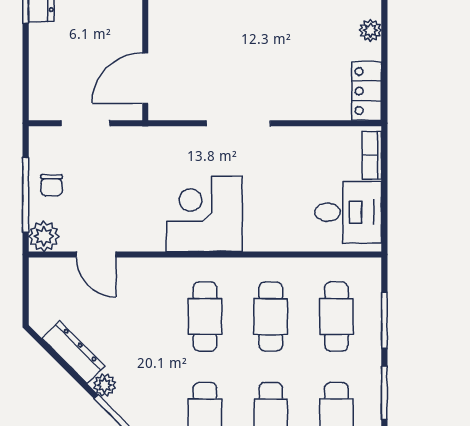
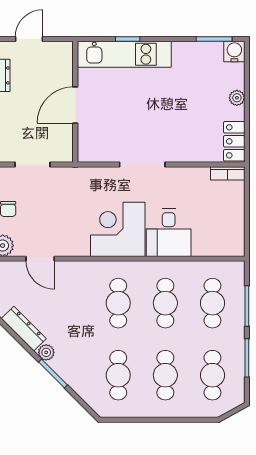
door: (145, 78) -> (75, 105), moved
bookcase: (372, 155) -> (228, 173), moved, turned -90
desk: (348, 212) -> (169, 233), moved, turned 90

